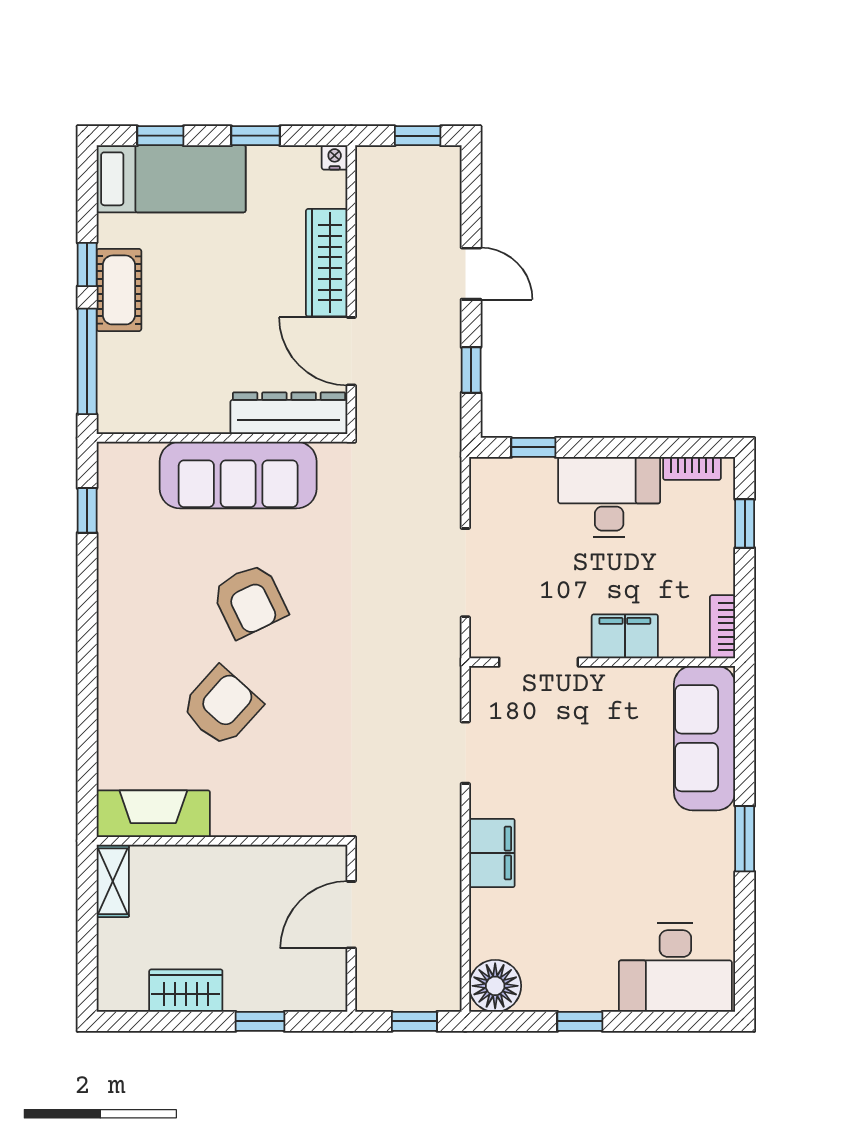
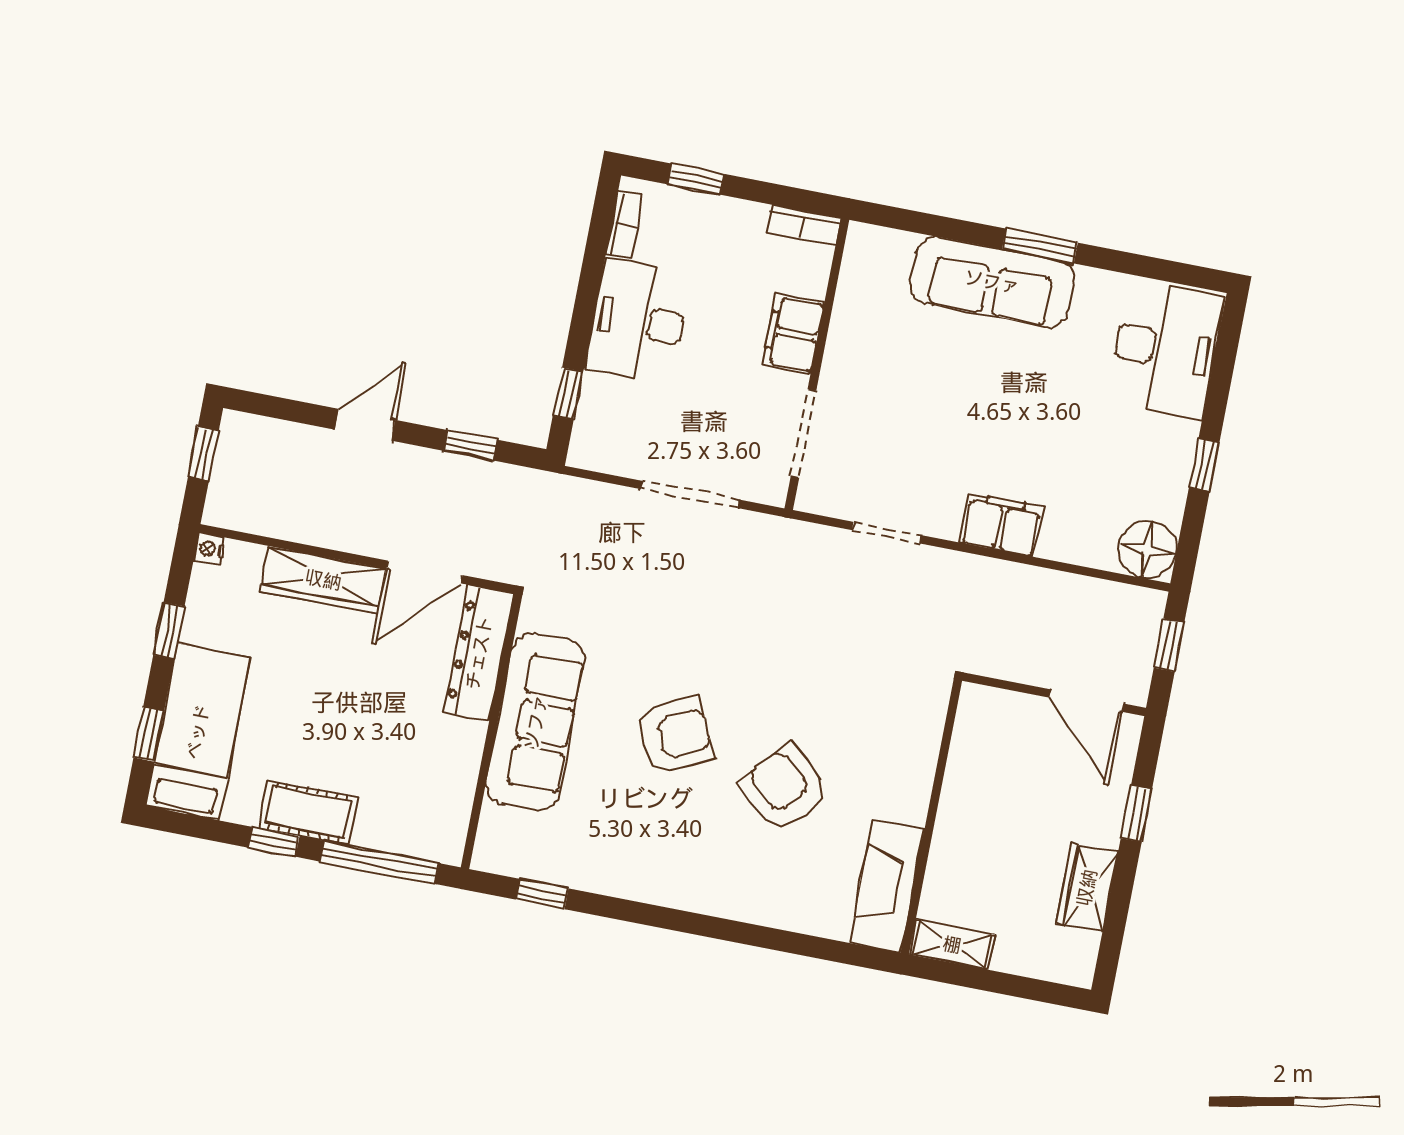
sofa: (705, 738) -> (992, 282), moved
door: (351, 915) -> (1087, 701), moved

